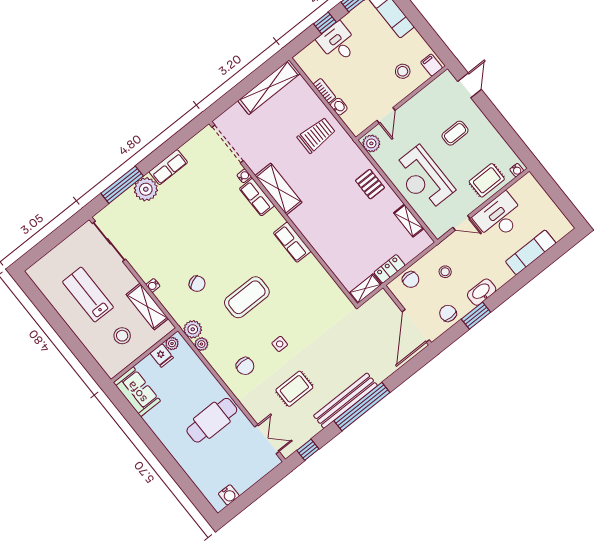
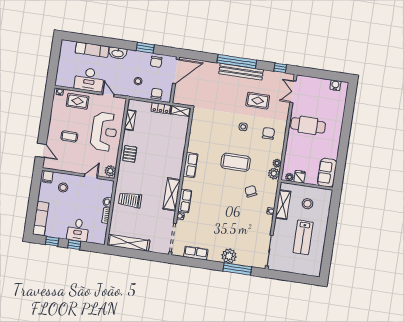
door: (469, 85) -> (41, 150), swing flipped
row of seats: (168, 167) -> (196, 253), moved
washbasin: (482, 292) -> (118, 53), moved

